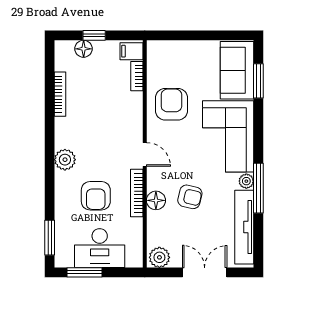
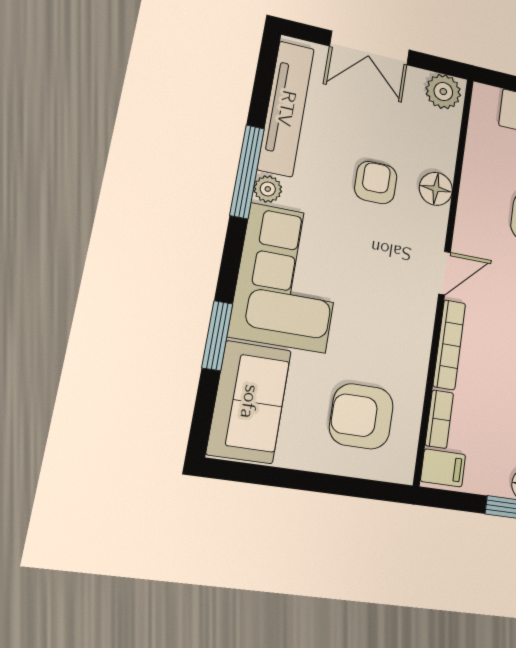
window: (258, 81) -> (217, 336), moved
armchair: (171, 104) -> (361, 416), moved, turned 90
door: (145, 154) -> (445, 273), swing flipped
bookcase: (137, 193) -> (449, 345), moved
armchair: (190, 197) -> (376, 182), turned 77

